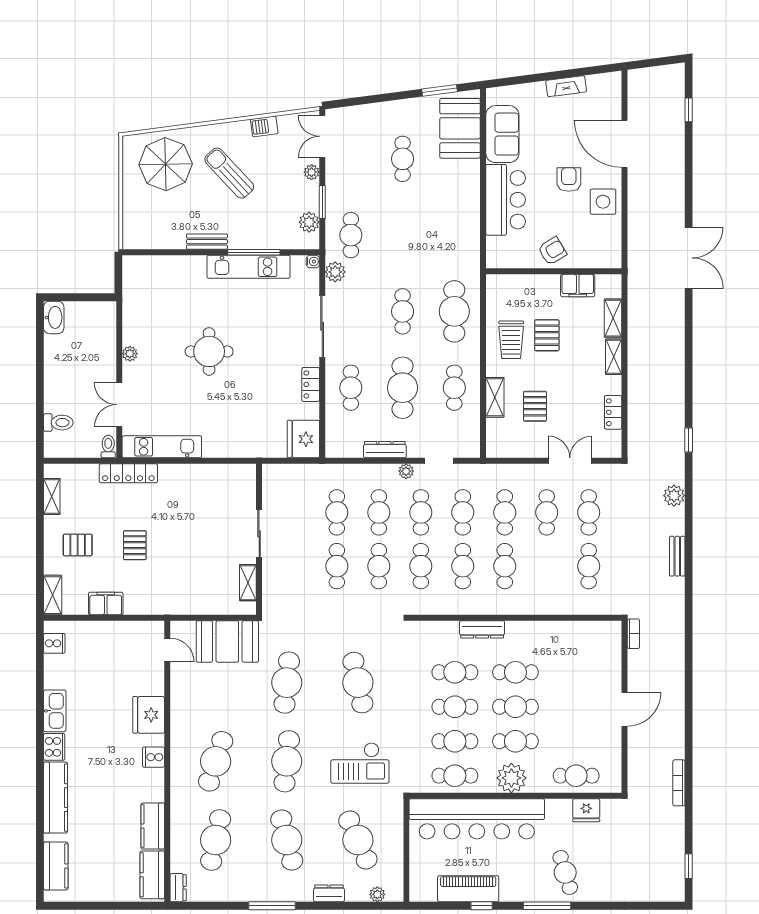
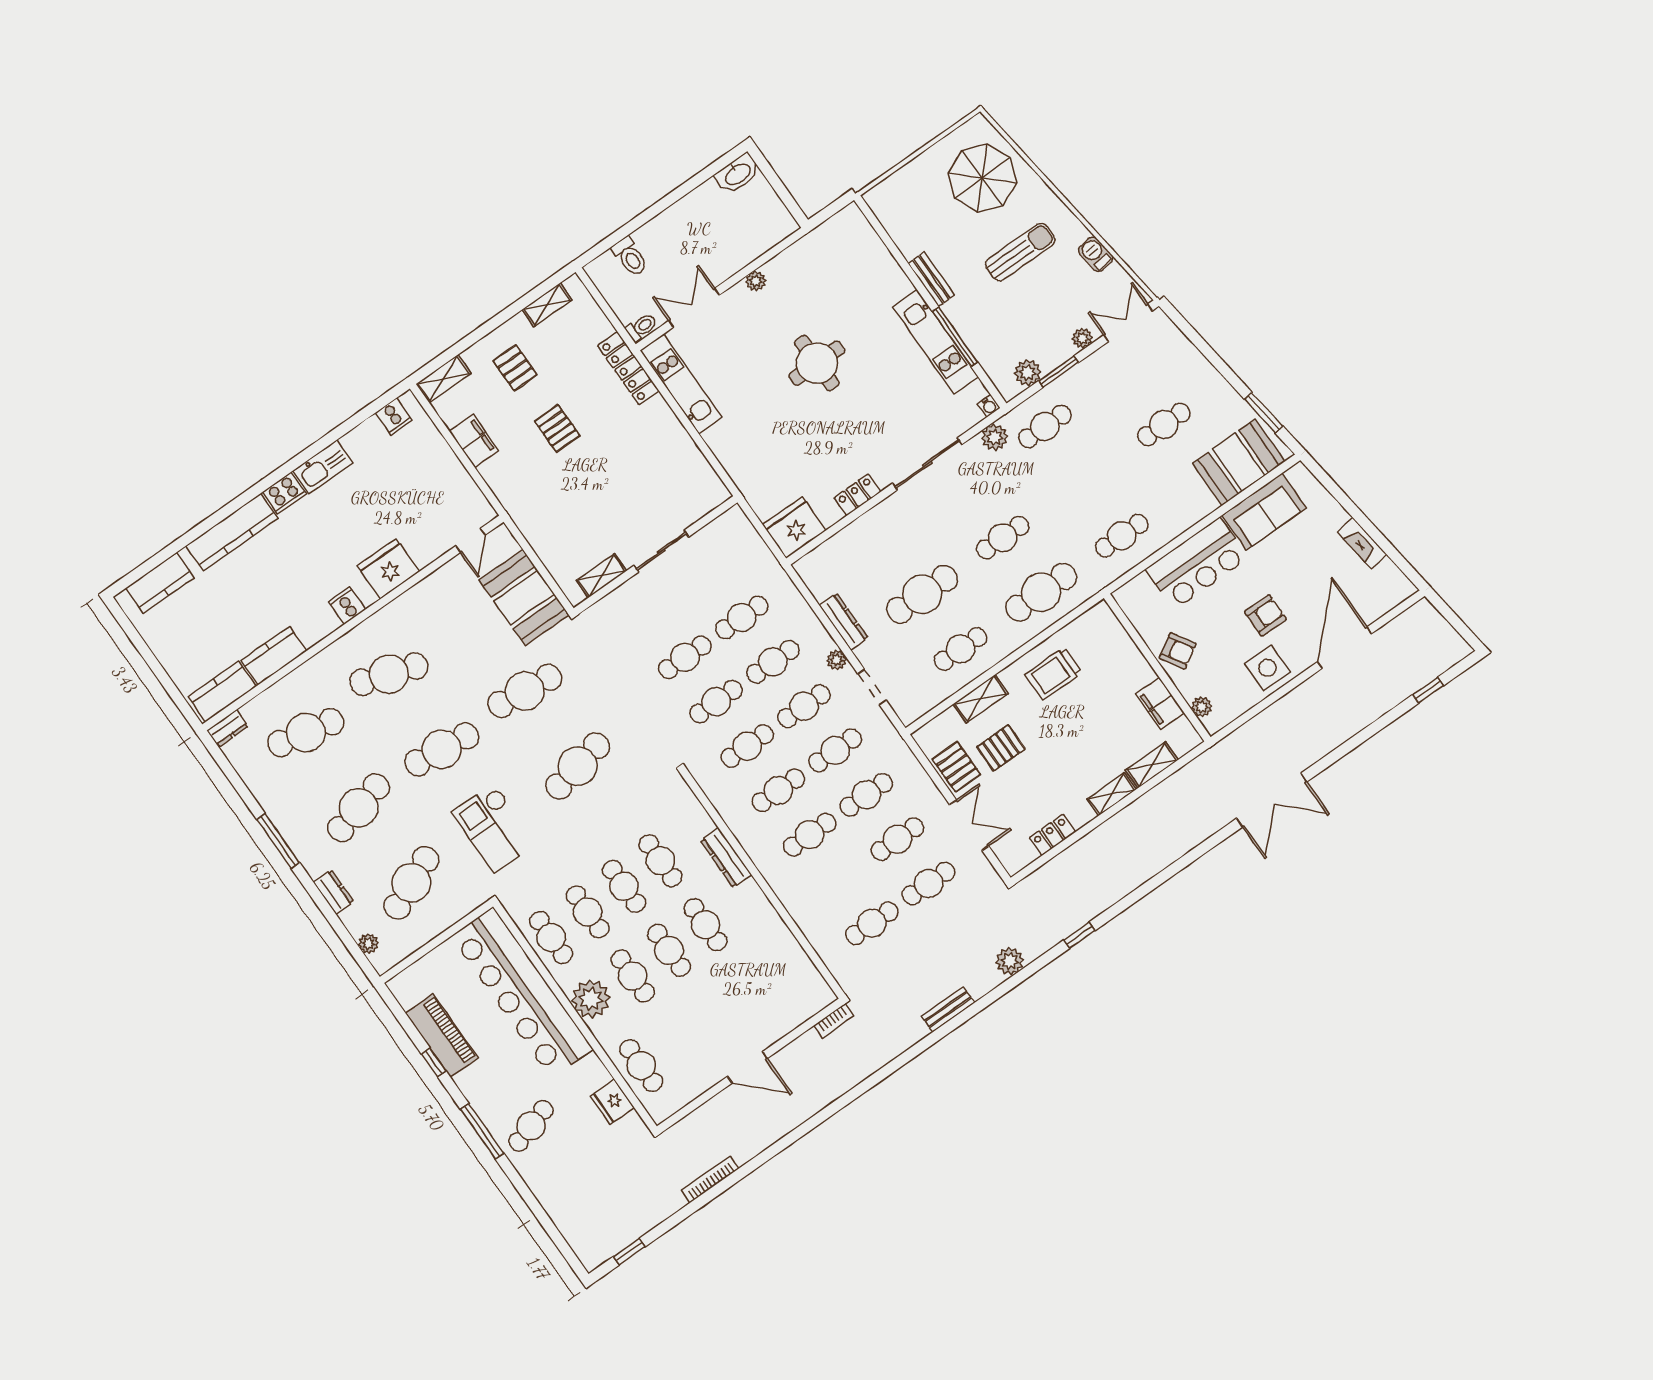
sun lounger: (229, 173) -> (1020, 252), turned 43
plant: (598, 261) -> (1202, 707), added
pallet: (547, 335) -> (956, 767), moved, turned 90
cafe table: (351, 388) -> (1122, 536), moved
pallet: (135, 545) -> (557, 428), turned 90

